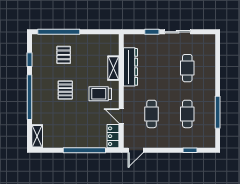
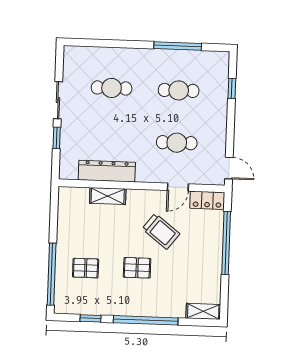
trolley: (100, 94) -> (161, 231), moved, turned -52

